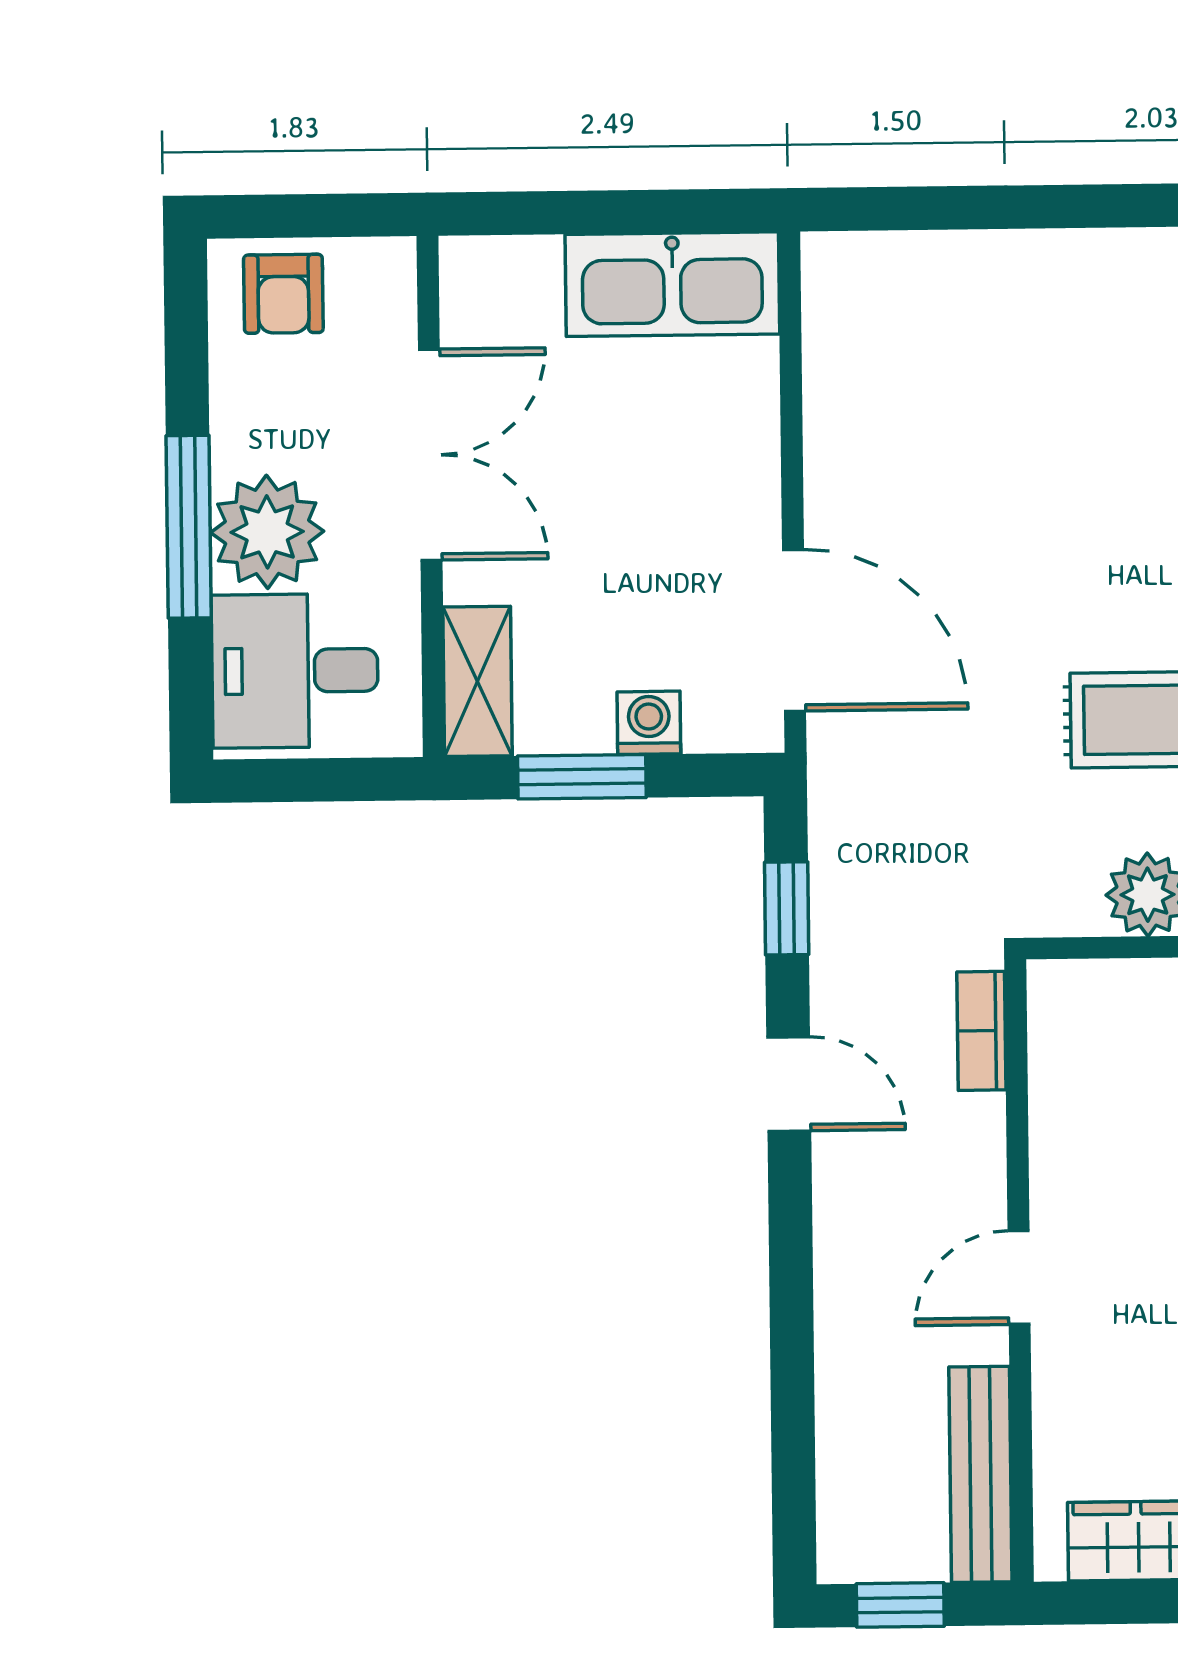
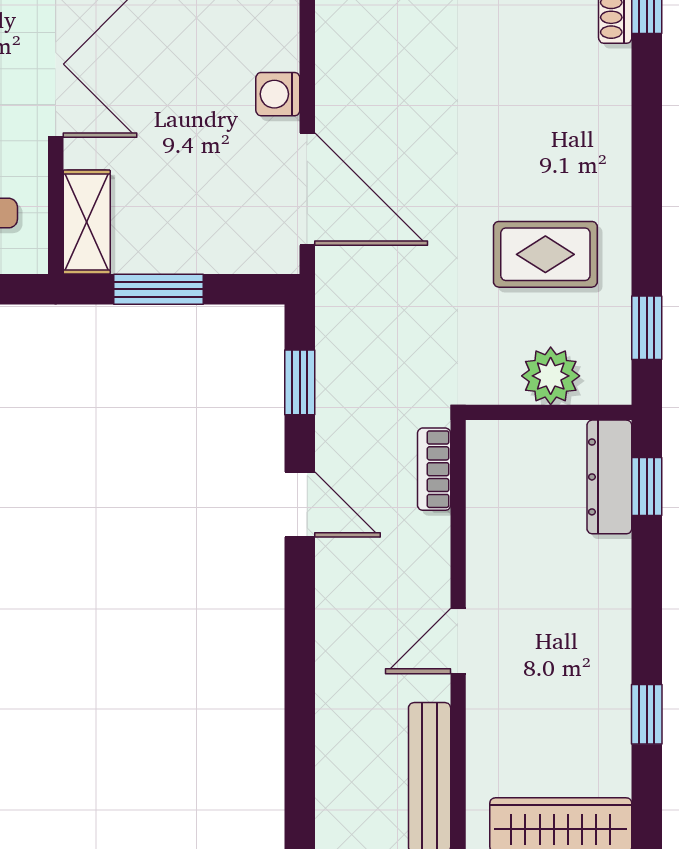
washing machine: (649, 723) -> (278, 94), moved, turned -90

